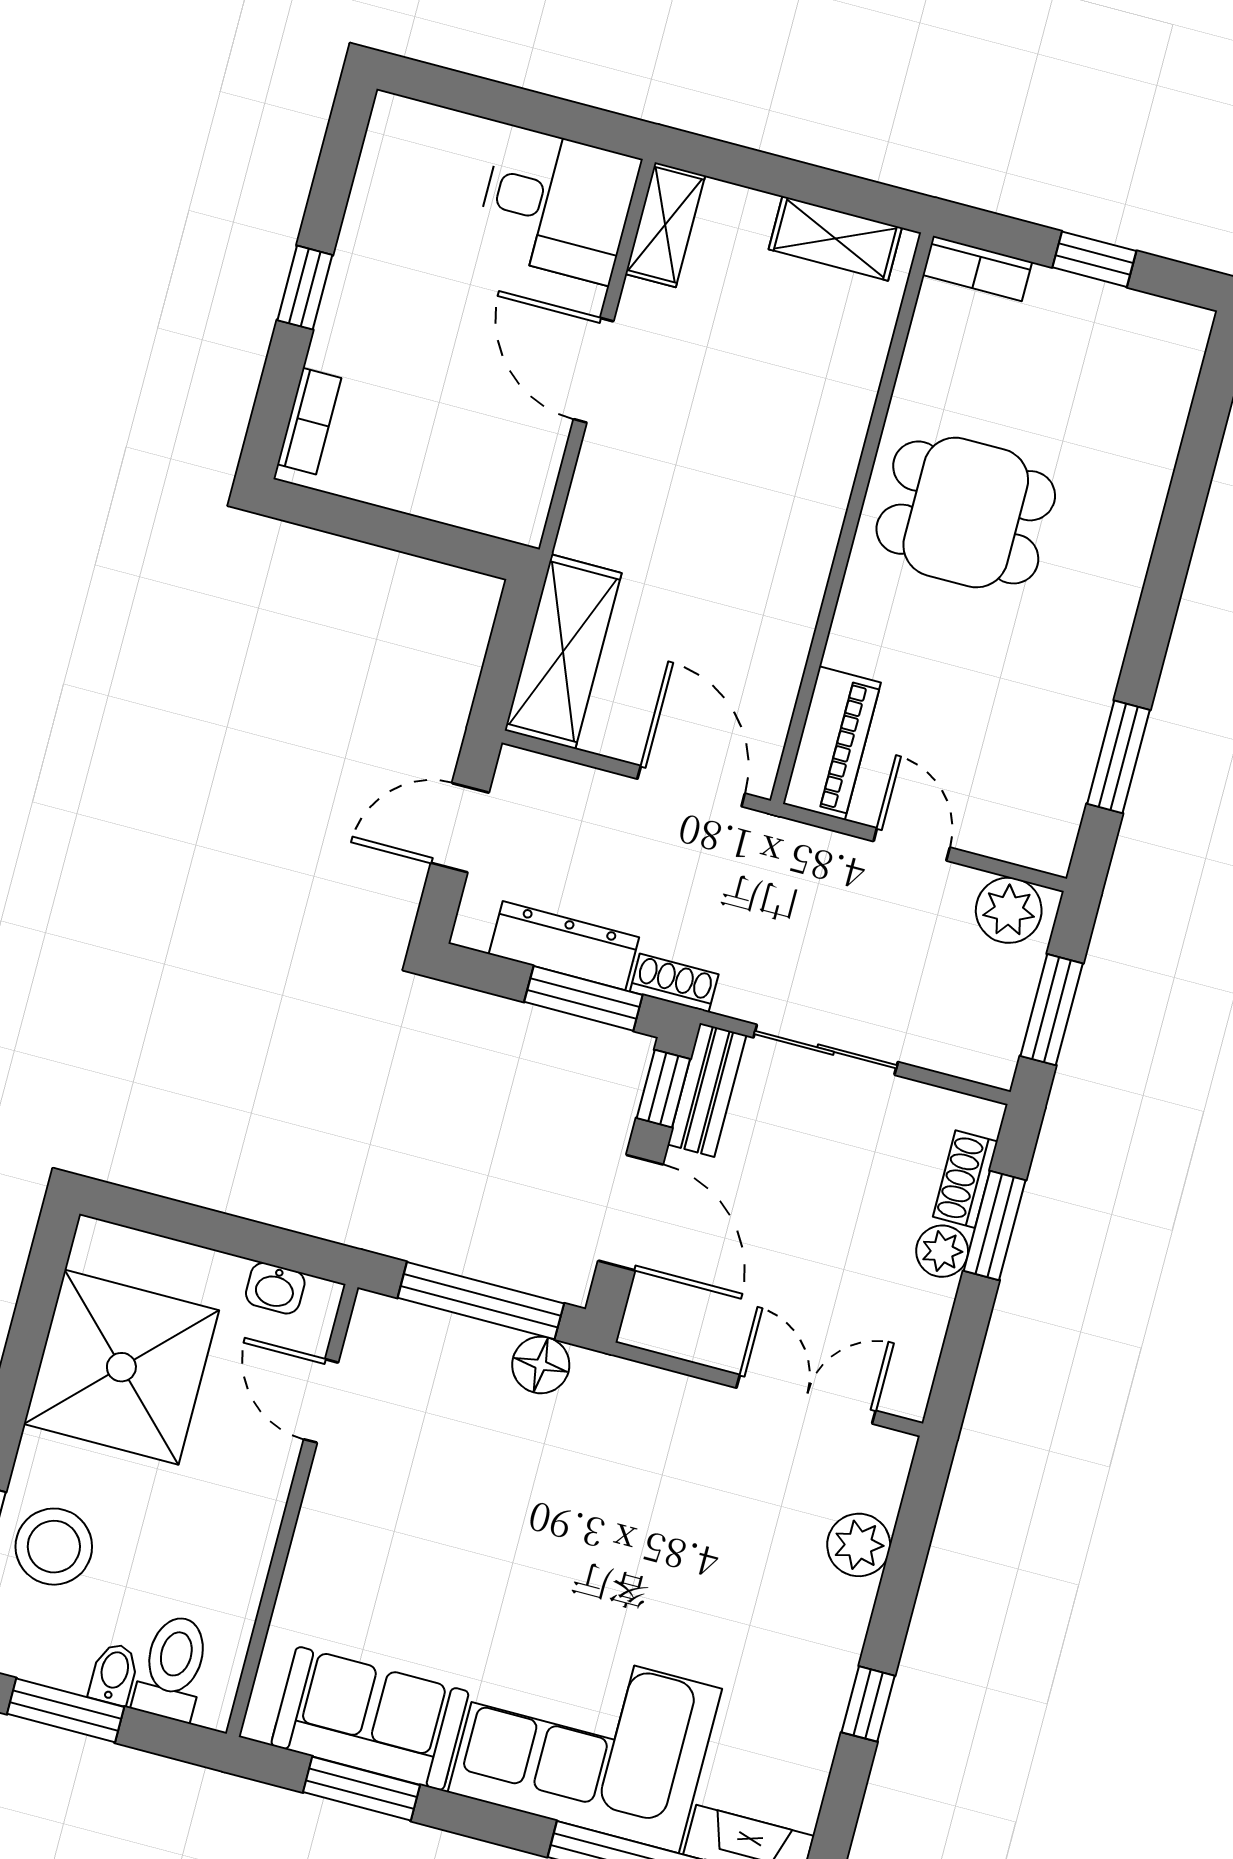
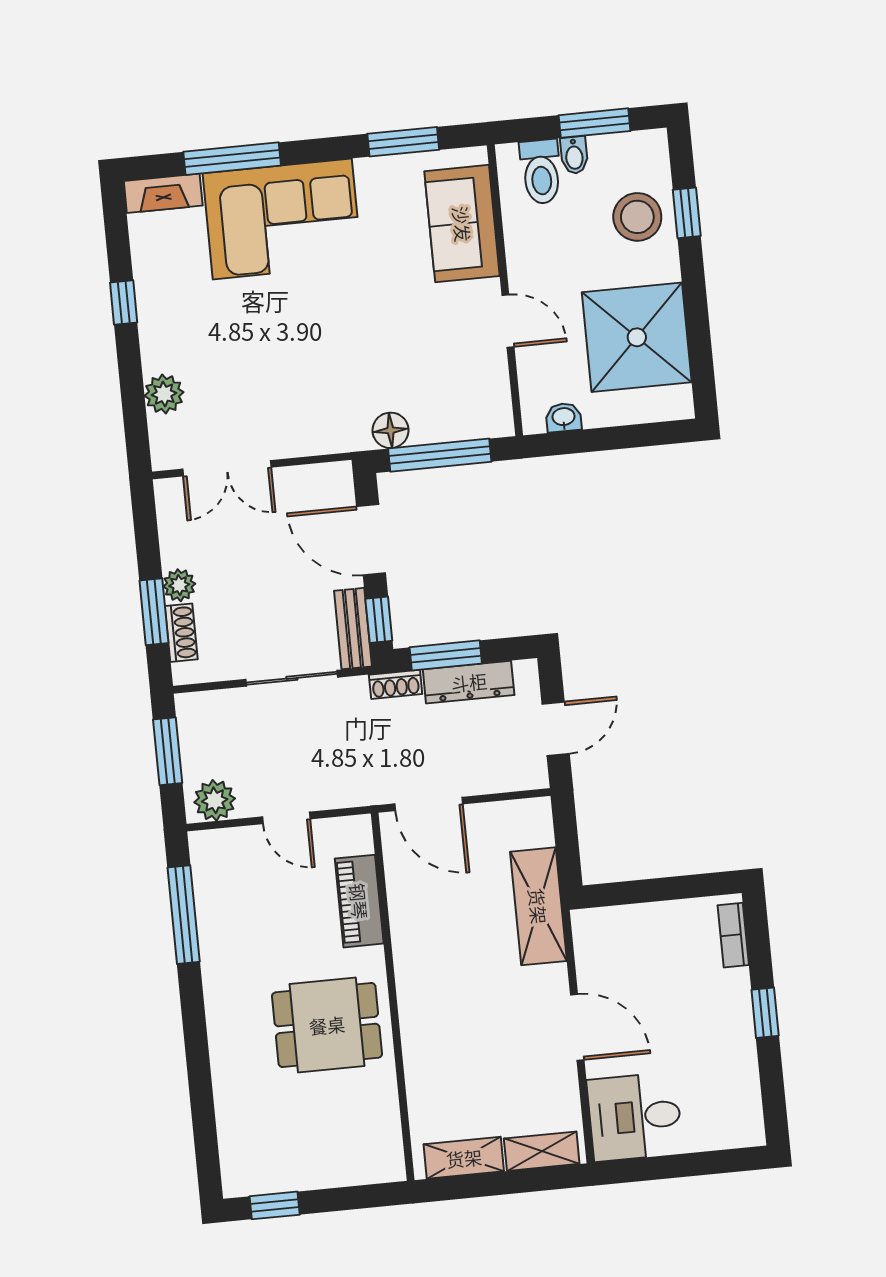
shelving: (665, 225) -> (542, 1151), moved, turned 90
window: (1094, 259) -> (275, 1205), moved
bookcase: (977, 268) -> (374, 1171), removed
shelving: (563, 652) -> (538, 906), moved
piano: (832, 743) -> (359, 901), moved
window: (1118, 757) -> (184, 915), width x1.44
door: (321, 1401) -> (508, 321), moved
sofa: (370, 1718) -> (462, 224), moved, turned 90

